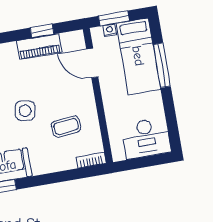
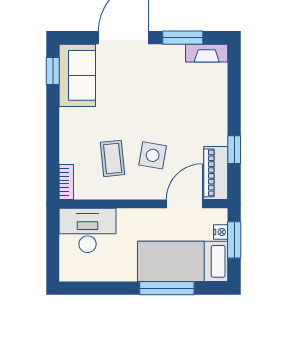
piano: (39, 47) -> (216, 173), moved
side table: (25, 111) -> (153, 155), moved
desk: (146, 138) -> (88, 230), moved, turned 90

